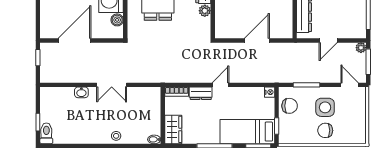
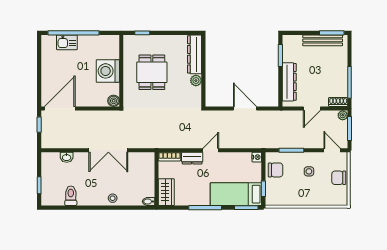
boiler: (117, 20) -> (114, 101), moved
shoe rack: (356, 33) -> (338, 102), added
door: (74, 40) -> (60, 108), moved
door: (257, 40) -> (245, 108), hinge flipped
double door: (112, 85) -> (108, 150), width x1.37
washbasin: (81, 92) -> (67, 157), moved
side table: (325, 107) -> (309, 171), width x0.54, depth x0.54
chair: (325, 130) -> (339, 178), moved
toilet: (46, 133) -> (71, 196), moved

